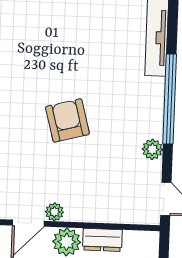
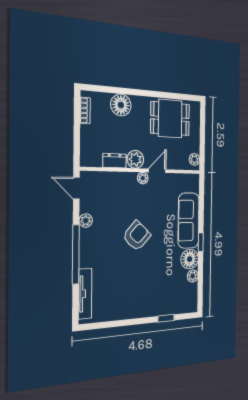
armchair: (67, 120) -> (137, 236), turned -122

